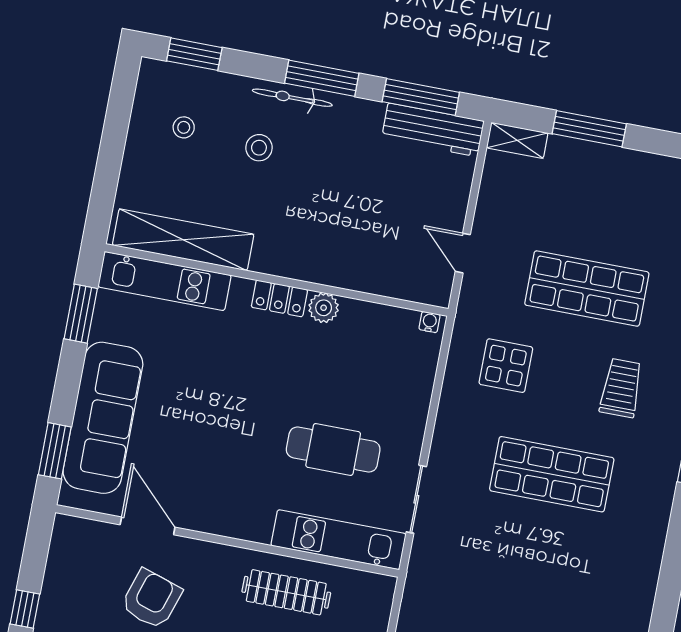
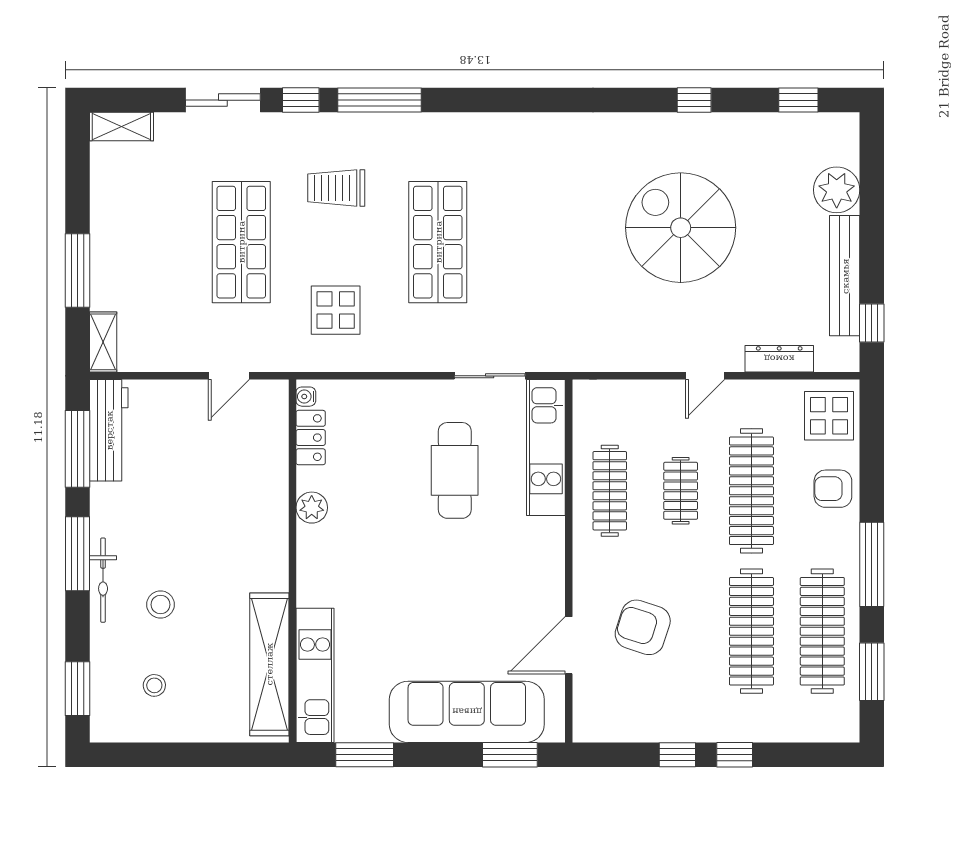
locker: (279, 298) -> (311, 438), moved

